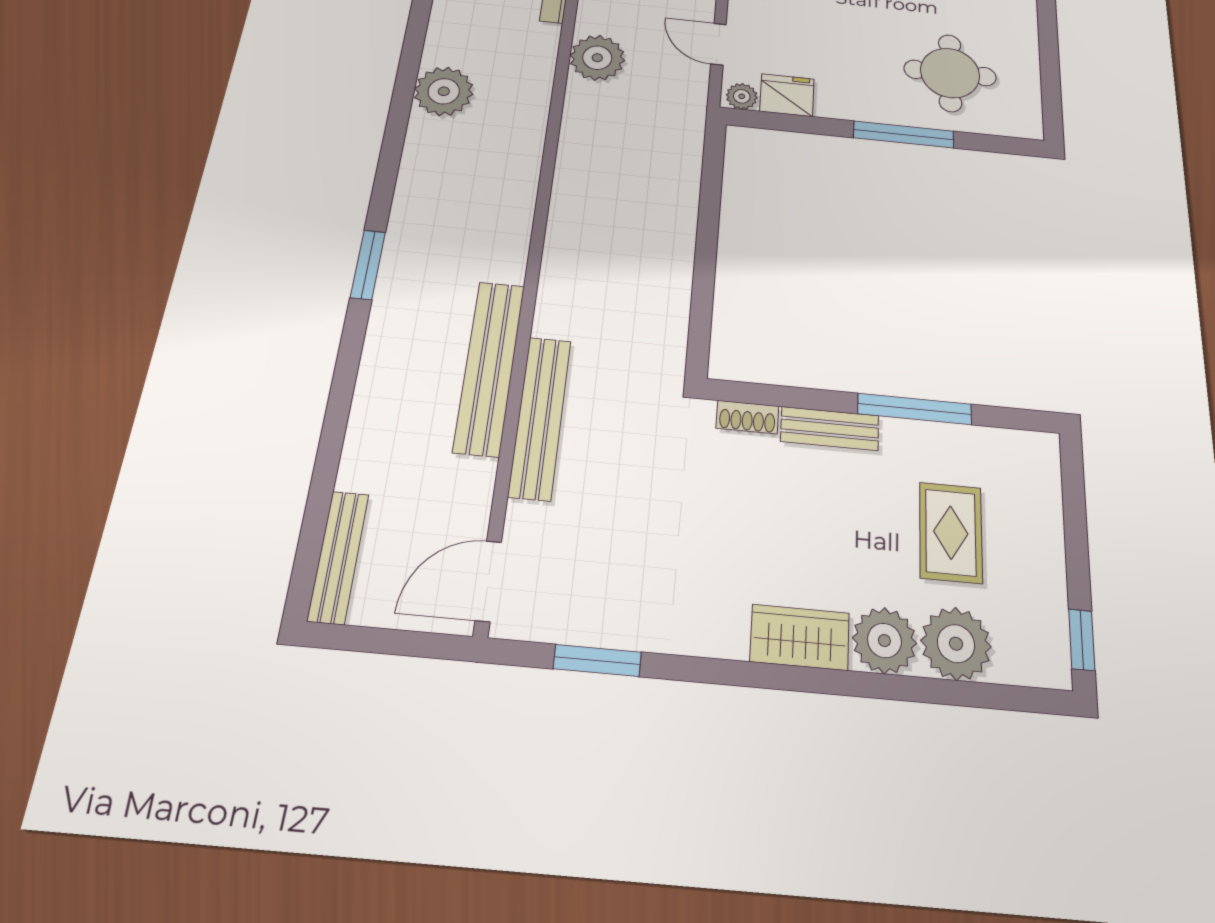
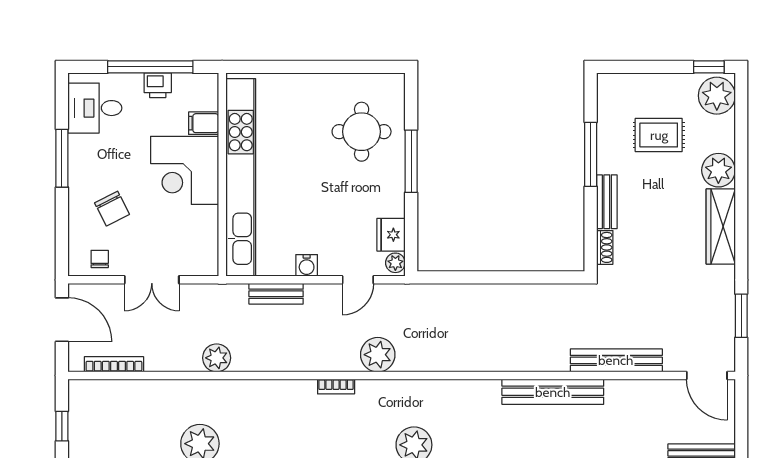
bench: (489, 367) -> (553, 392), moved
wardrobe: (800, 637) -> (721, 226), width x1.50
plant: (956, 644) -> (717, 96), moved

